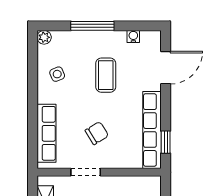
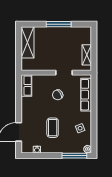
window: (92, 26) -> (74, 156), moved
row of seats: (152, 130) -> (26, 86), width x0.50
window: (166, 142) -> (19, 90), removed

